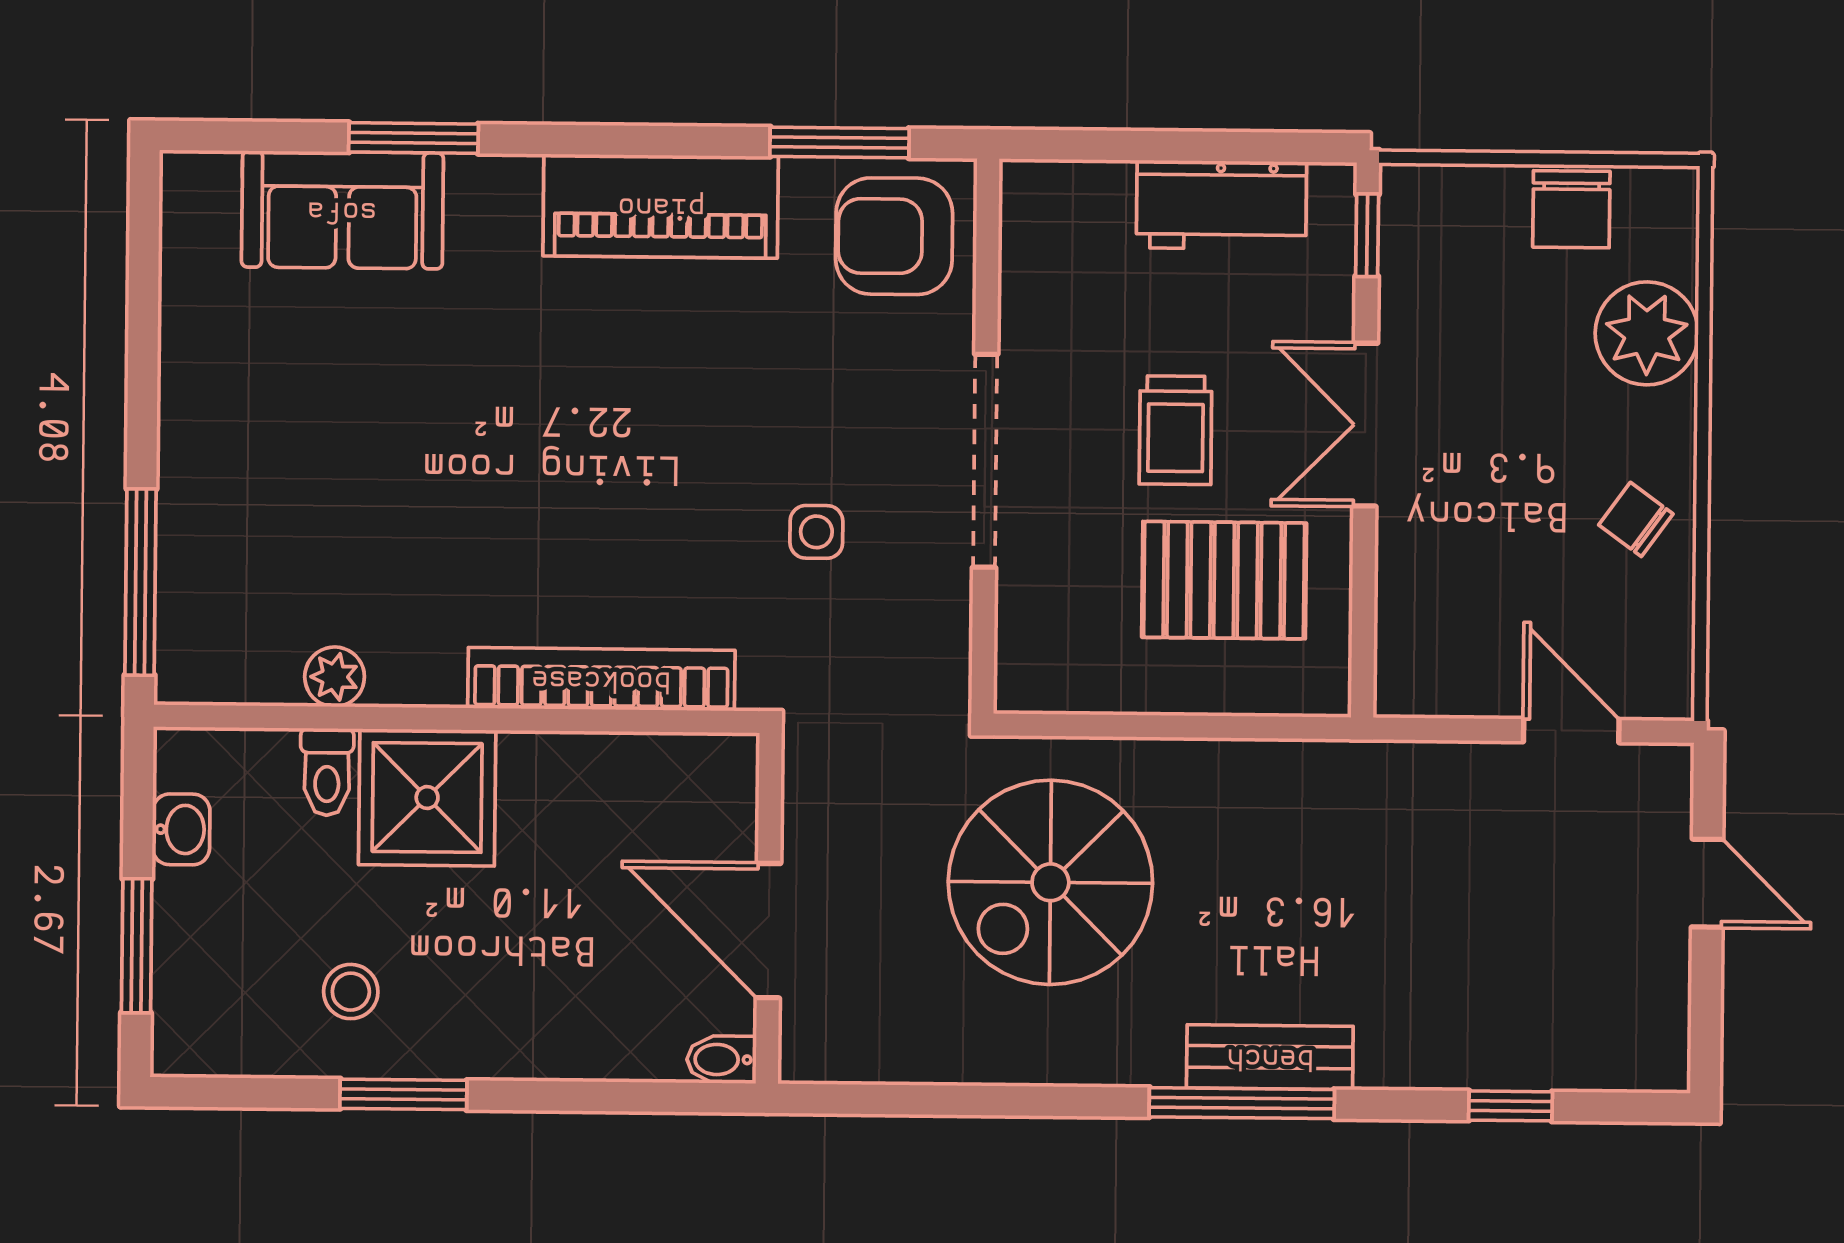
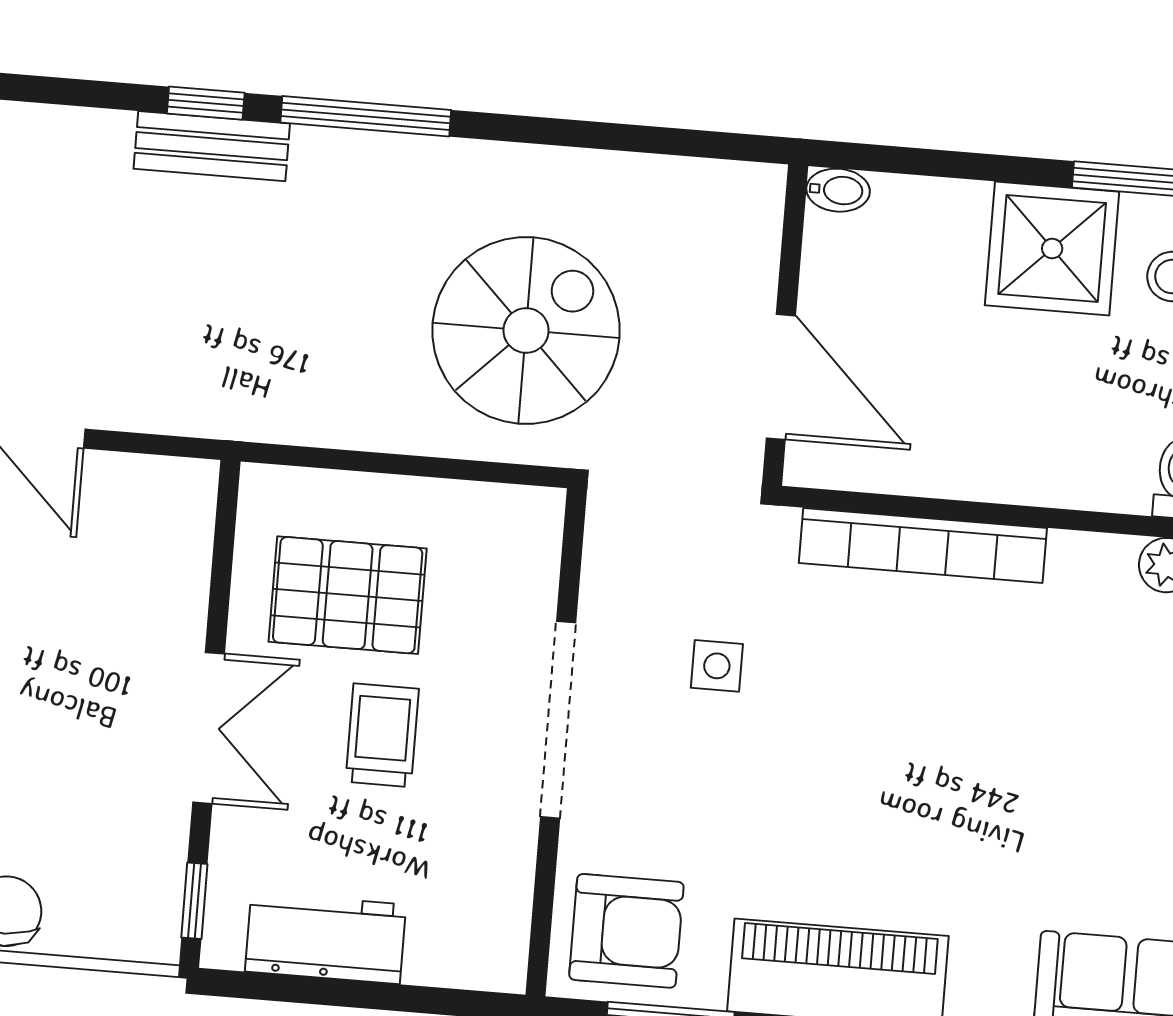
shower: (427, 797) -> (1052, 249), moved
door: (768, 931) -> (781, 377), moved
bench: (1270, 1057) -> (212, 146), moved
window: (1511, 1106) -> (206, 103), moved

